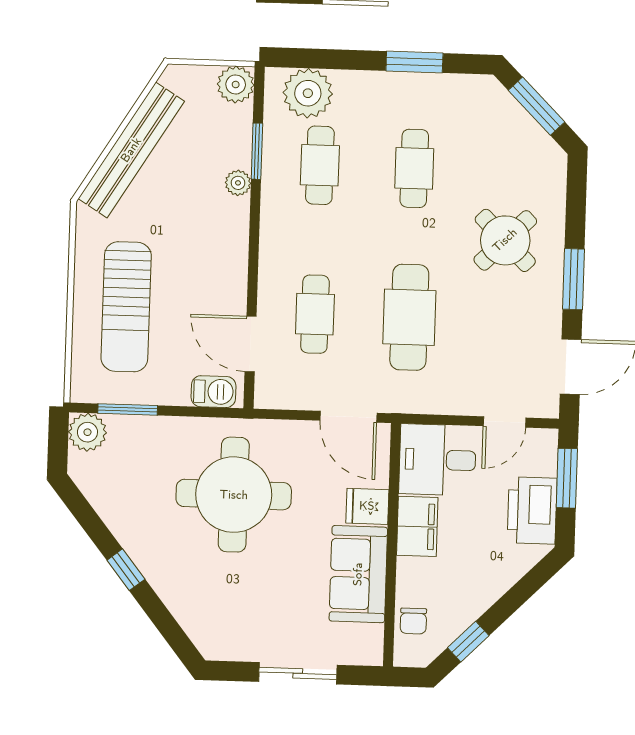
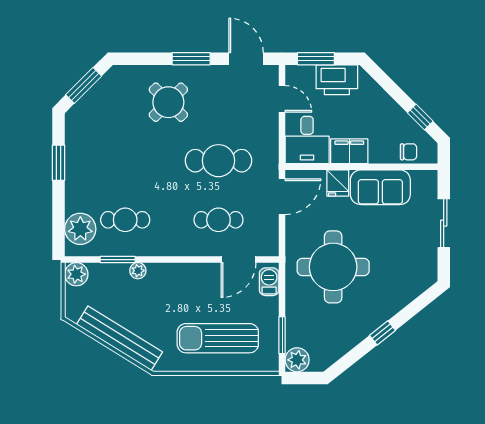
cafe table: (414, 168) -> (125, 161), removed
sun lounger: (126, 307) -> (218, 338), turned 180

